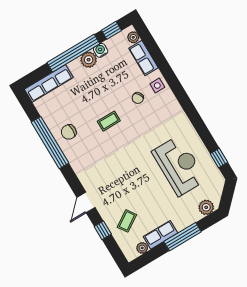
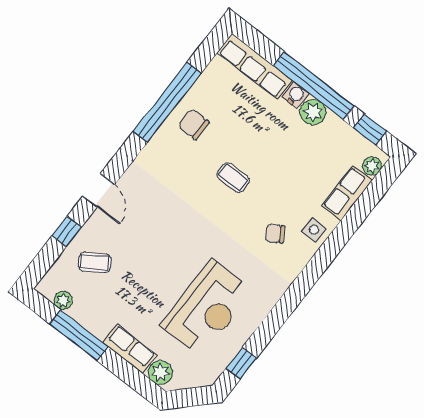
water cooler: (101, 50) -> (296, 95), moved
chair: (138, 98) -> (275, 234), moved
door: (86, 202) -> (99, 190), swing flipped
row of seats: (160, 235) -> (130, 349), moved
window: (183, 237) -> (79, 335), moved

